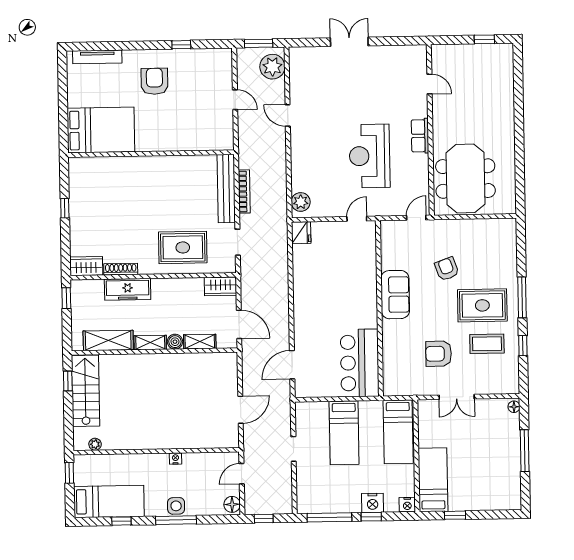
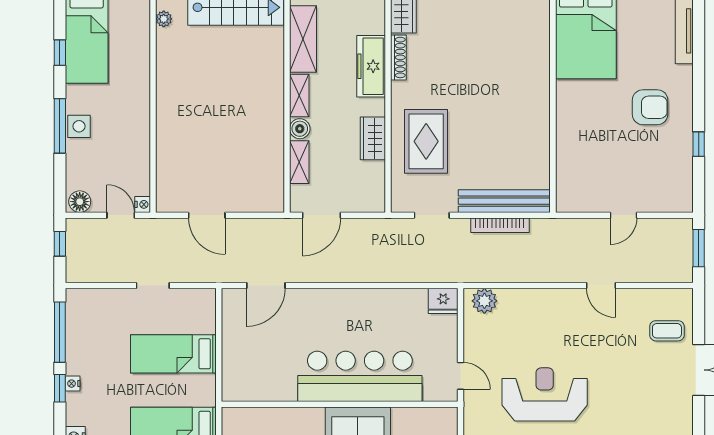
coffee table: (321, 66) -> (667, 331), added
plant: (272, 67) -> (667, 266), removed
door: (288, 115) -> (601, 285), swing flipped
wardrobe: (220, 286) -> (373, 138), moved
bar counter: (360, 363) -> (360, 376), moved, width x1.36
door: (292, 365) -> (266, 285), swing flipped
nightstand: (175, 459) -> (143, 204), moved
nightstand: (373, 503) -> (73, 384), width x0.53, depth x0.56

